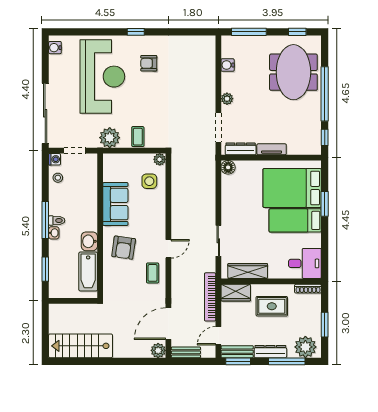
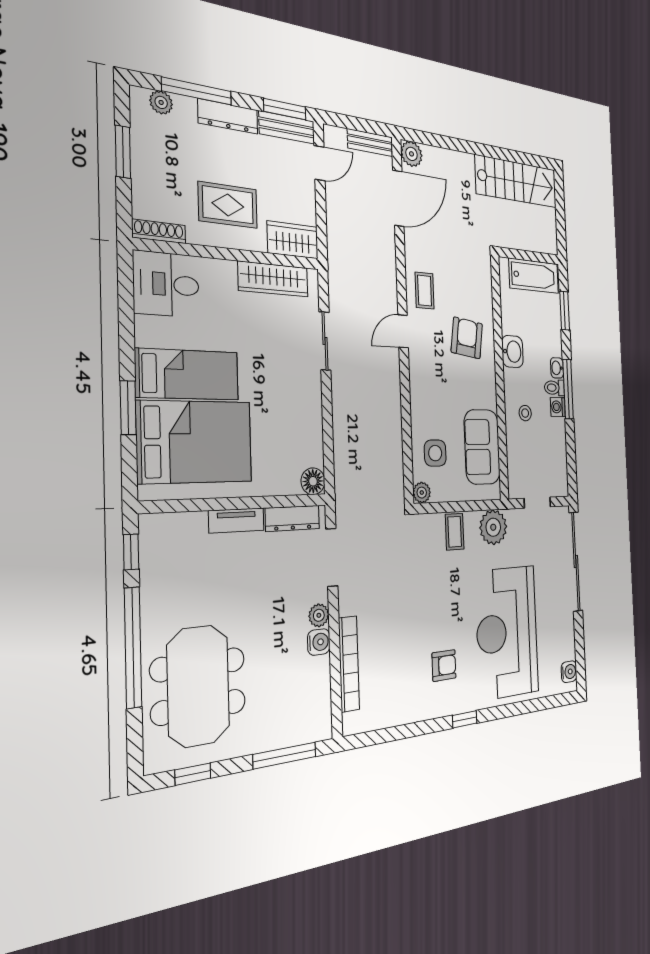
water cooler: (228, 65) -> (319, 642), moved
washing machine: (55, 159) -> (558, 407), moved
stool: (58, 178) -> (525, 413), moved
sofa: (115, 204) -> (482, 447), moved
bathtub: (88, 271) -> (534, 276), moved, turned 90
bookcase: (210, 297) -> (349, 664), moved
plant: (305, 347) -> (161, 102), width x0.53, depth x0.53

